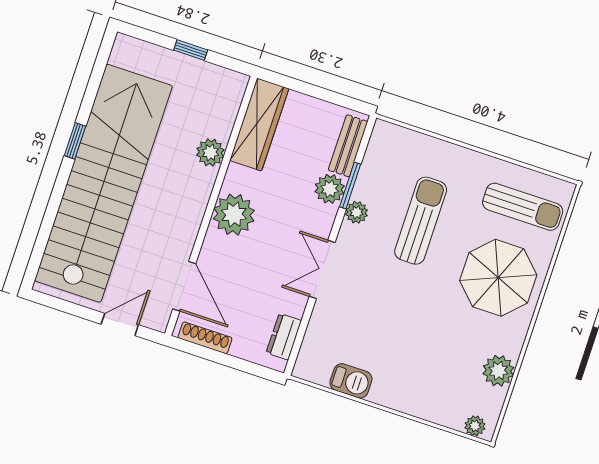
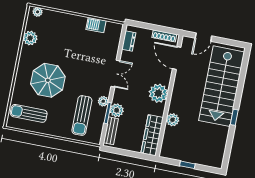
stairs: (103, 183) -> (222, 86), width x0.73
sun lounger: (421, 221) -> (82, 115), moved
parasol: (498, 278) -> (48, 80), moved

